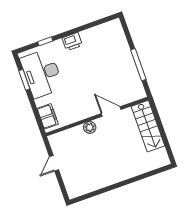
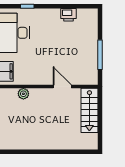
printer: (72, 42) -> (69, 15), moved
plant: (90, 127) -> (23, 94), moved

